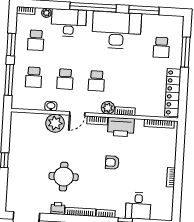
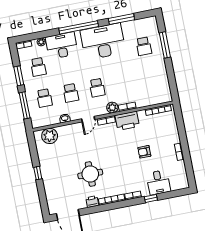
locker: (173, 93) -> (163, 81), removed
plant: (55, 123) -> (50, 136), moved
armchair: (112, 163) -> (144, 152), moved

